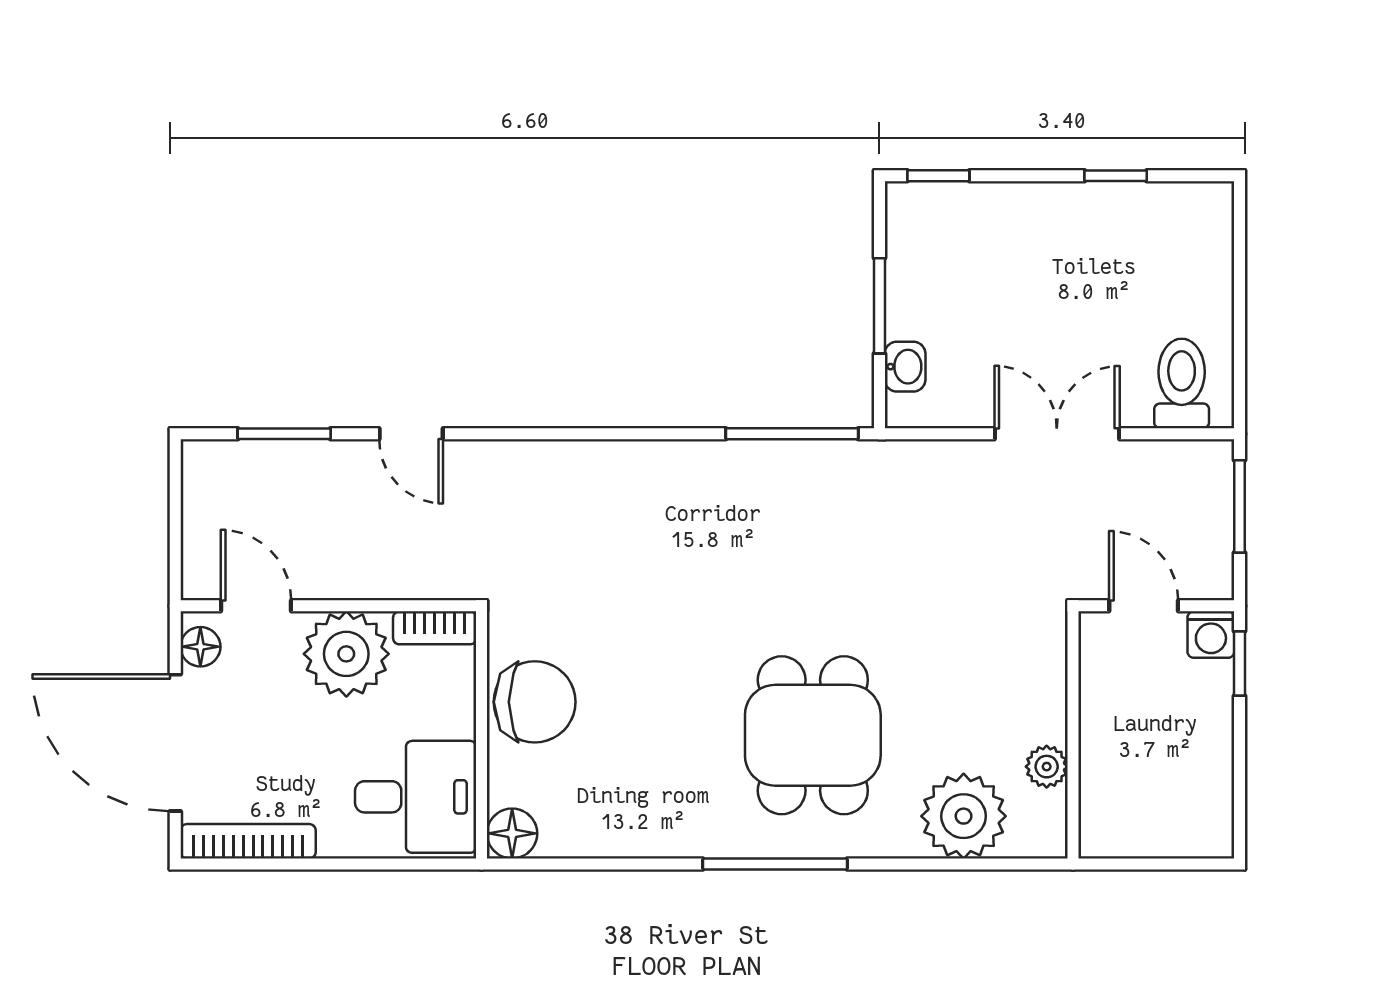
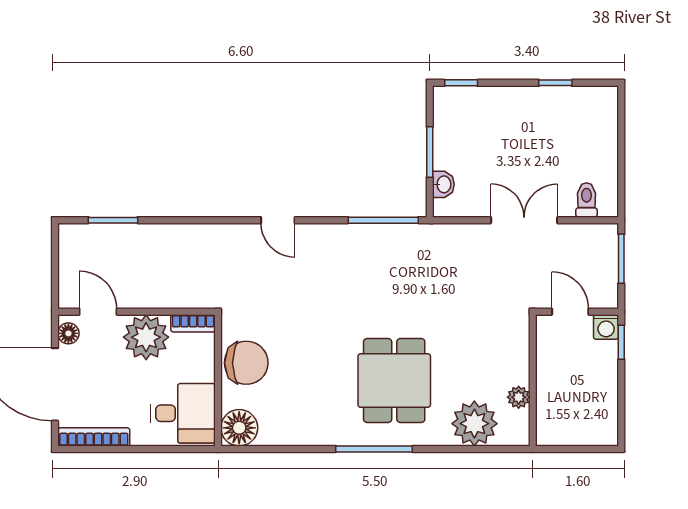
toilet: (1182, 383) -> (587, 200), width x0.73, depth x0.72
door: (411, 434) -> (278, 220), moved
floor lamp: (512, 833) -> (239, 428), width x1.38, depth x1.38

